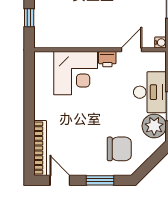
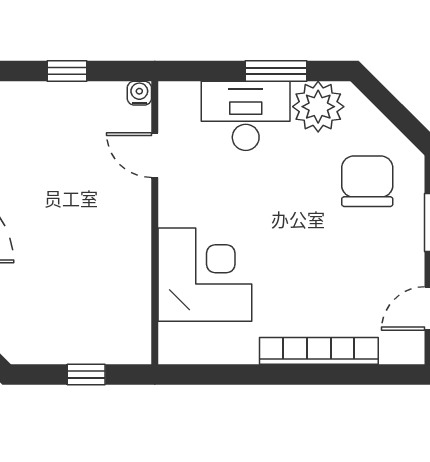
printer: (107, 59) -> (175, 207), removed
bookcase: (40, 148) -> (319, 351), moved

